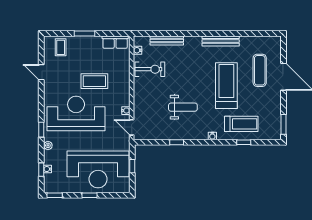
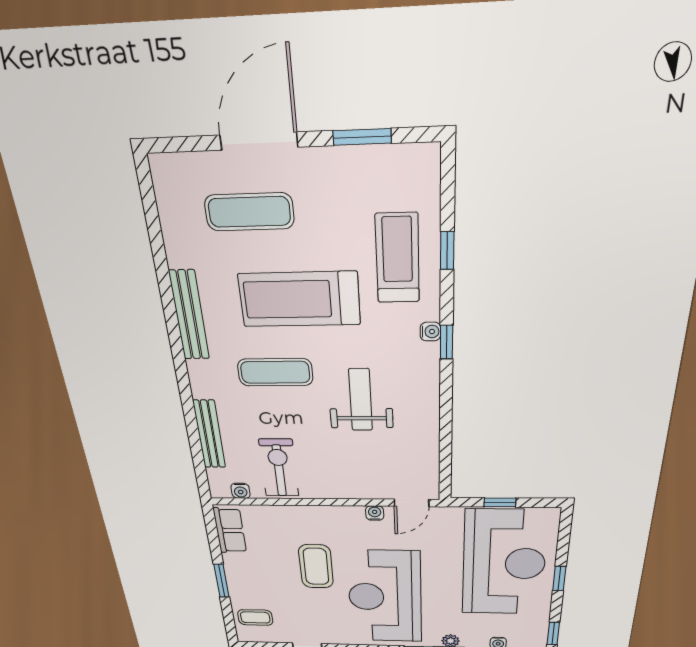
exercise mat: (196, 73) -> (275, 372), added
window: (283, 124) -> (362, 137), moved
window: (177, 142) -> (446, 342), moved

